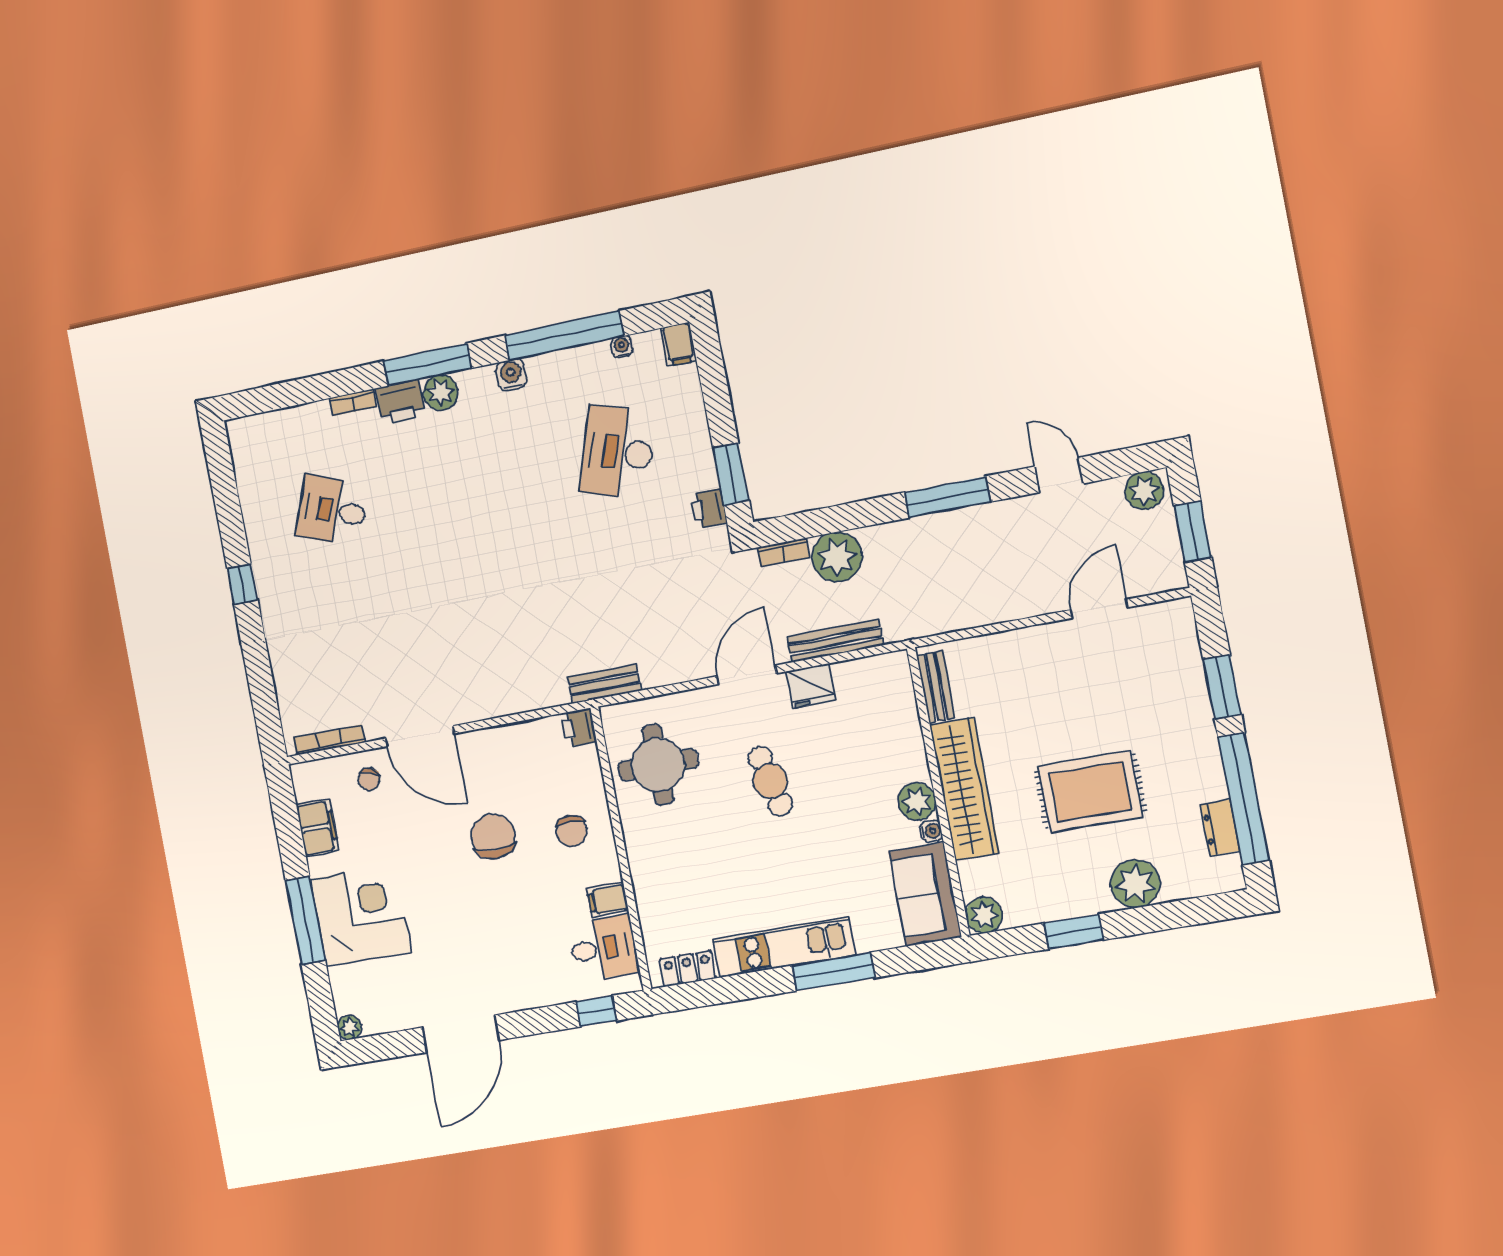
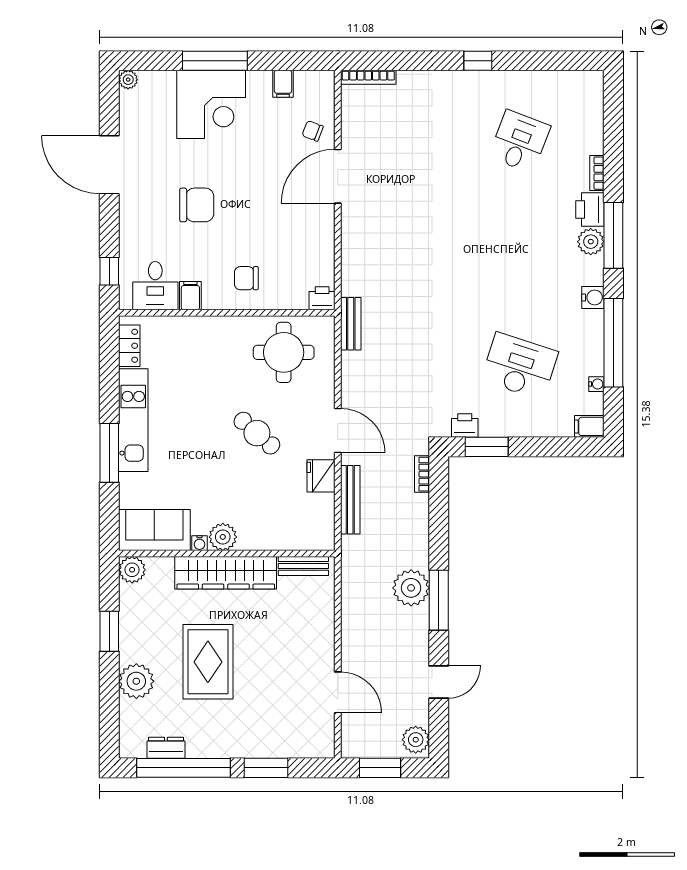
plant: (837, 557) -> (411, 588), moved
bookcase: (329, 740) -> (368, 77), moved, turned 90
cafe table: (770, 781) -> (257, 433), turned 54
filing cabinet: (318, 828) -> (283, 84), width x0.50
chair: (493, 836) -> (197, 205), moved

